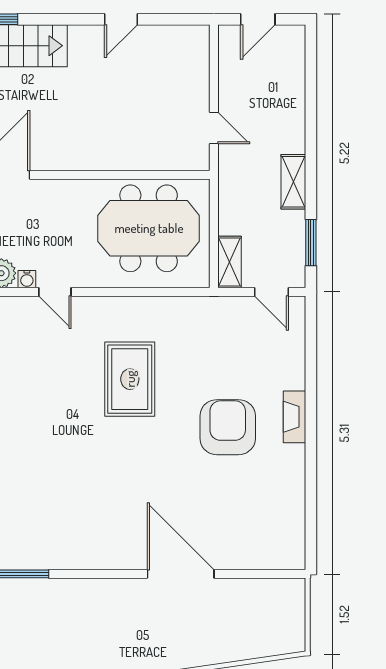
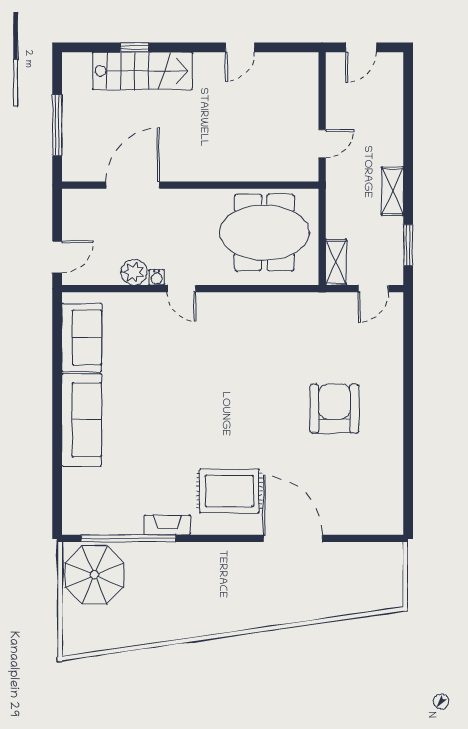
door: (214, 128) -> (322, 144), hinge flipped
door: (271, 292) -> (373, 289), hinge flipped
rug: (130, 379) -> (229, 491), moved, turned 90
fireplace: (294, 417) -> (167, 525), moved, turned 90

